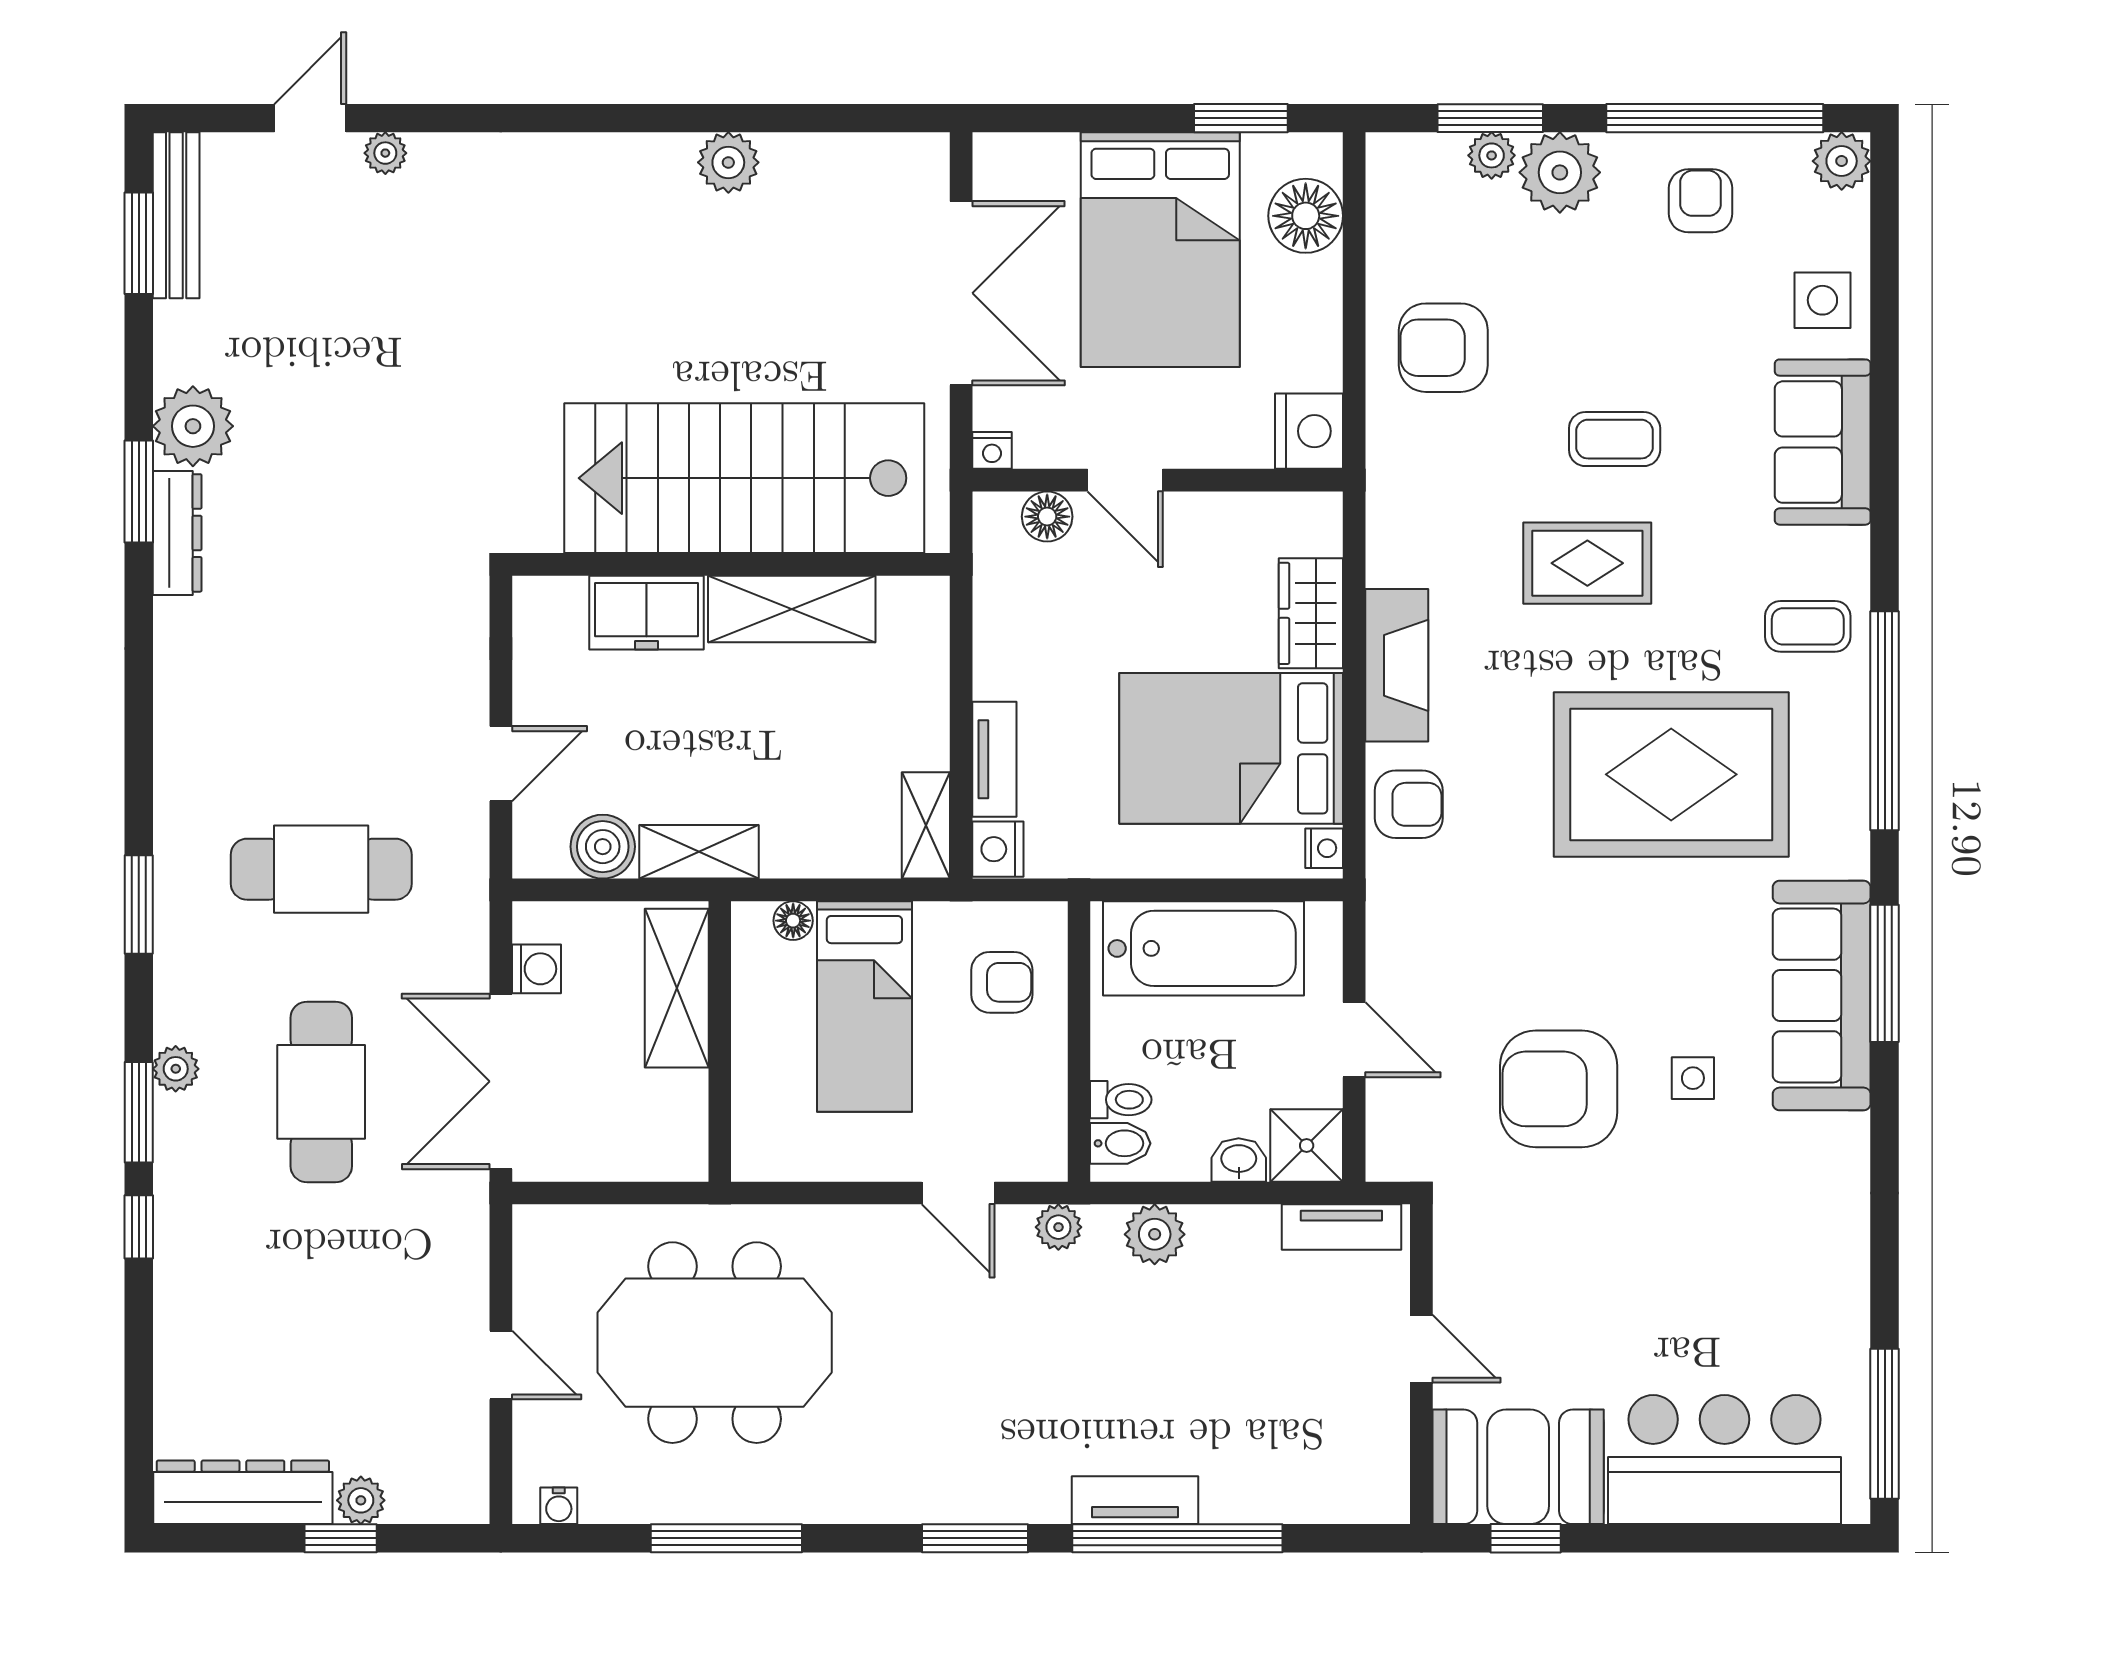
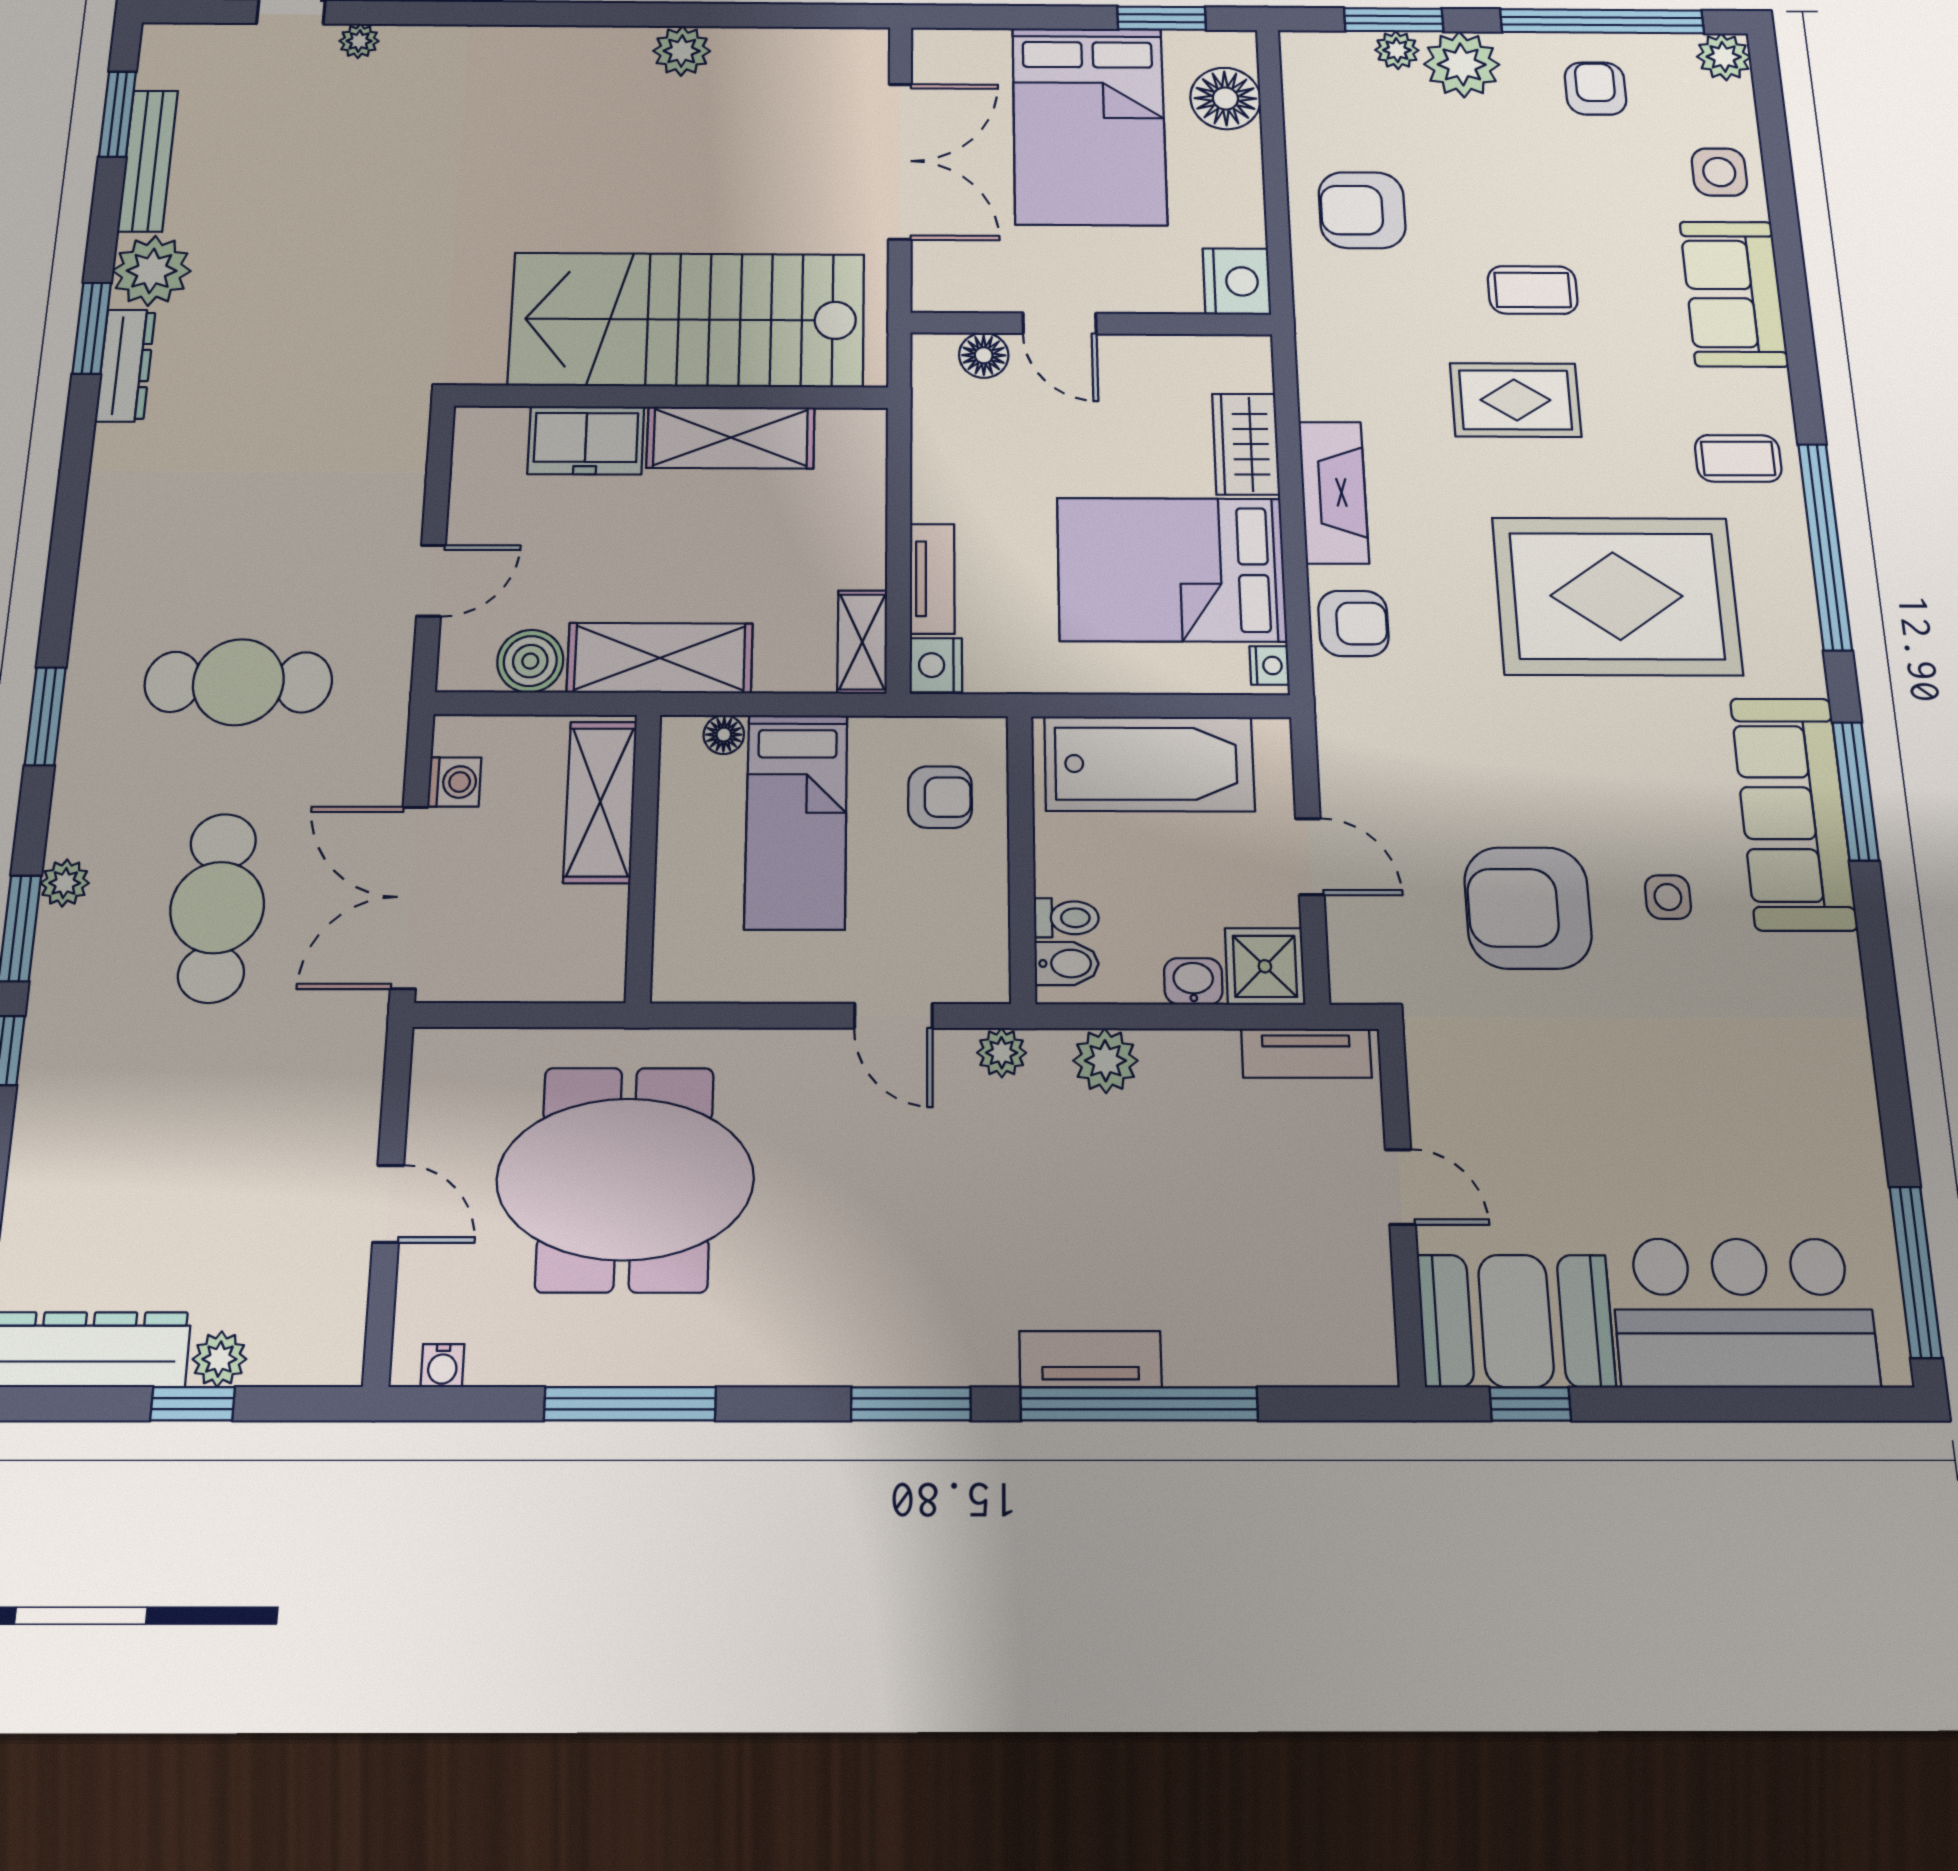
bench: (176, 215) -> (148, 161), moved
nightstand: (992, 450) -> (930, 296), removed
shelving: (699, 852) -> (660, 658), width x1.50, depth x1.33

